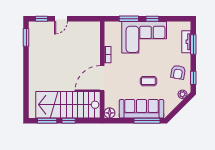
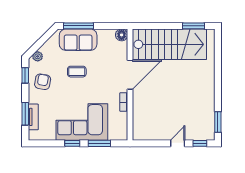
sofa: (141, 109) -> (78, 40), width x0.73
window: (69, 121) -> (169, 26), removed

